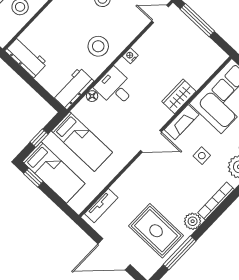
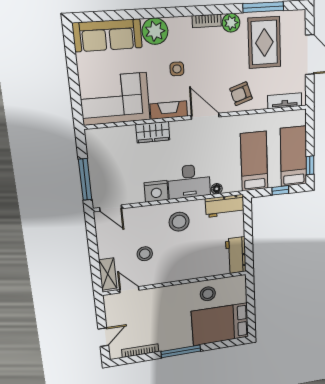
nightstand: (130, 56) -> (156, 191), width x1.89, depth x1.79
desk: (115, 88) -> (189, 181), width x1.37
armchair: (139, 181) -> (241, 94), added
bookcase: (216, 201) -> (207, 21), width x0.64

